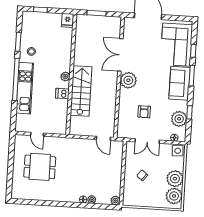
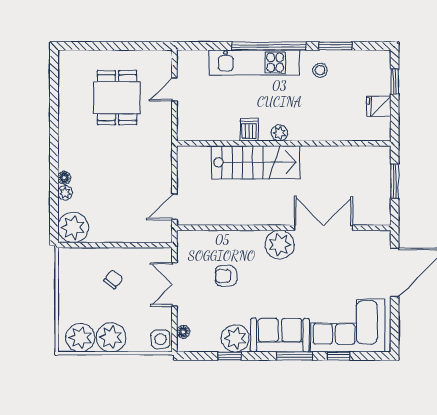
fridge: (68, 20) -> (379, 106), moved
plant: (179, 119) -> (235, 338), moved
plant: (115, 201) -> (73, 228), width x1.87, depth x1.87

